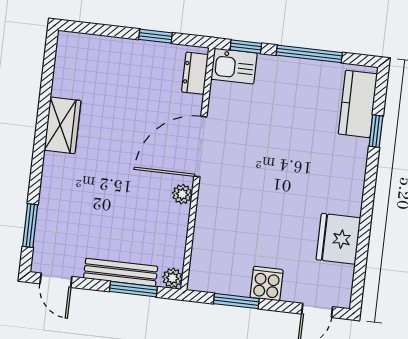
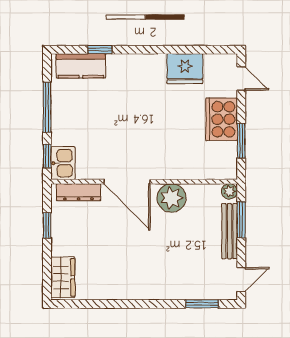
dresser: (195, 73) -> (78, 192), width x1.44
wardrobe: (63, 125) -> (63, 277), moved, turned 90
plant: (182, 194) -> (171, 198), width x1.88, depth x1.88
cooker: (267, 284) -> (222, 119), width x1.87, depth x1.31

